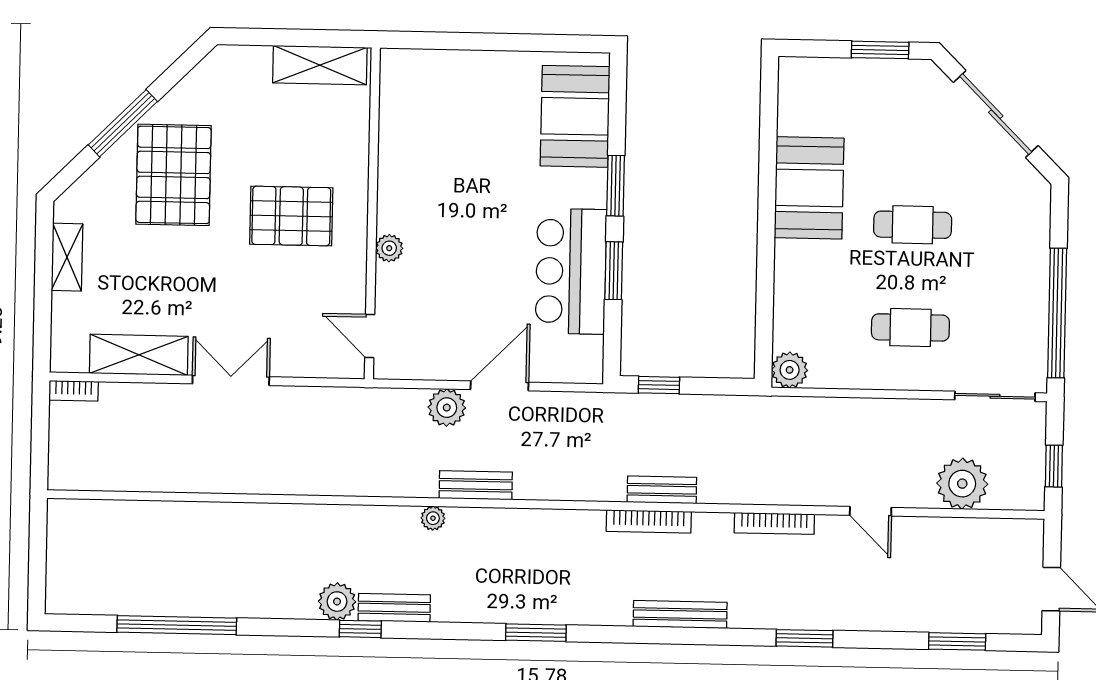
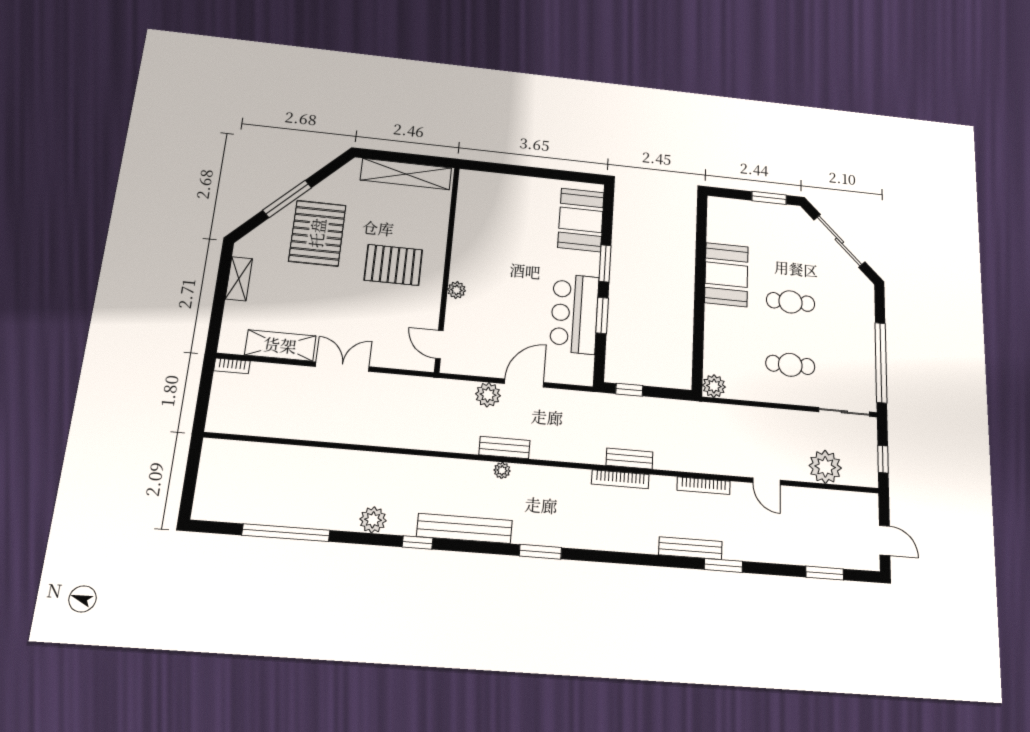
shelving: (320, 65) -> (406, 174), width x1.47
plant: (433, 518) -> (502, 470), moved
plant: (337, 602) -> (373, 520), moved
bench: (394, 608) -> (465, 528), width x1.86, depth x1.21
bench: (680, 614) -> (690, 548), moved

